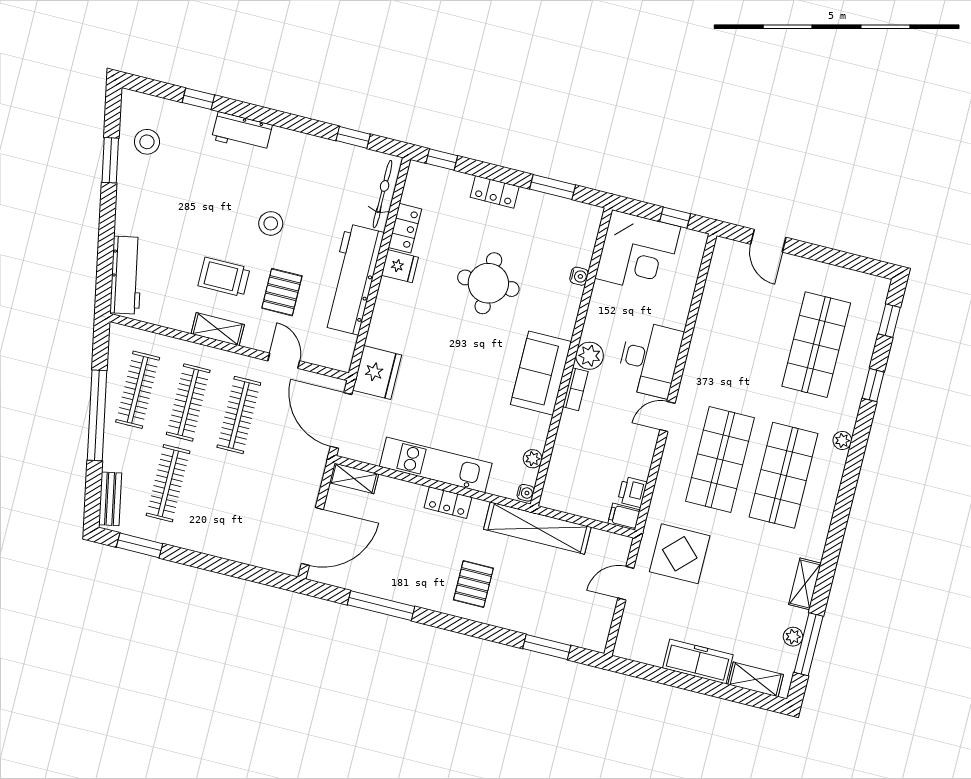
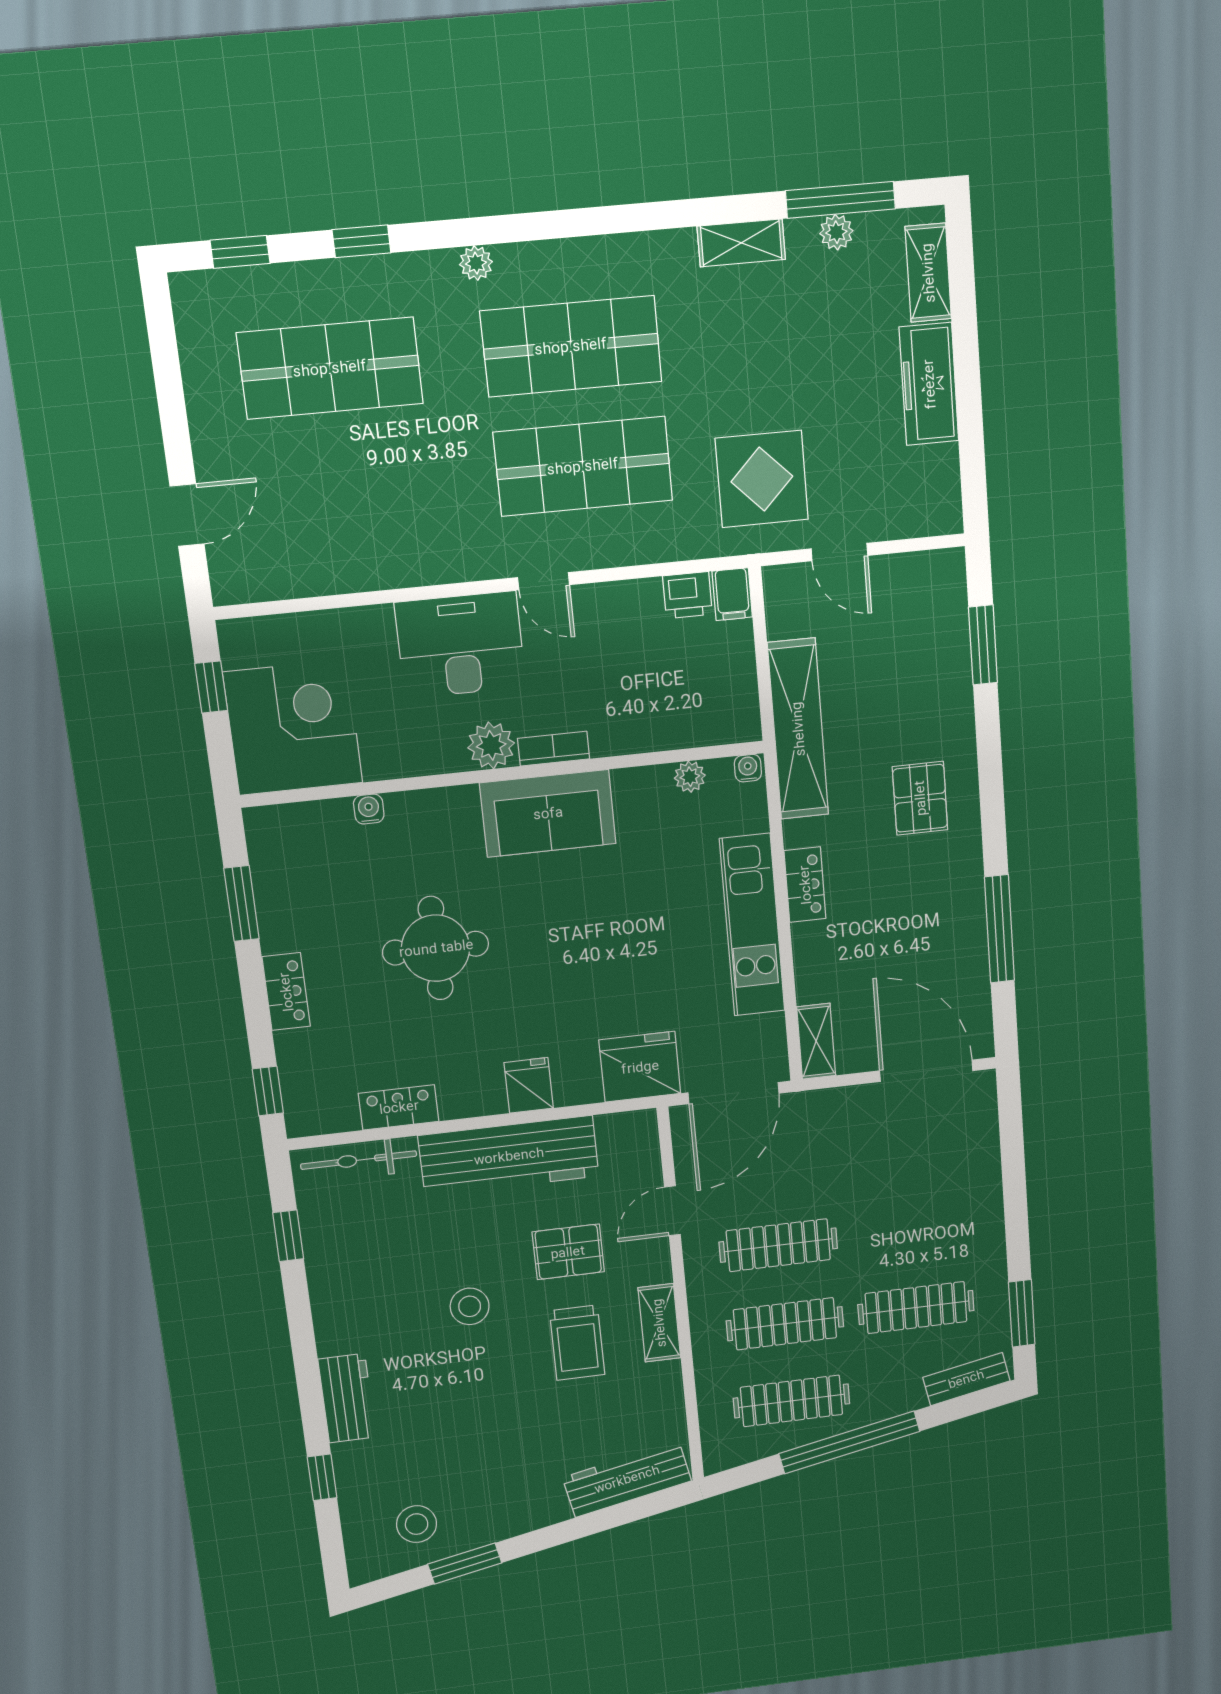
fridge: (400, 266) -> (529, 1085), moved
pallet: (473, 584) -> (920, 798), turned 90

